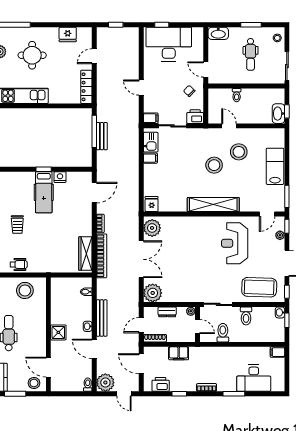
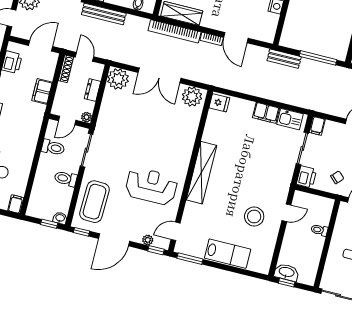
bench: (102, 136) -> (284, 59), moved
filing cabinet: (150, 158) -> (266, 113), width x2.00
stool: (214, 165) -> (246, 185), removed
door: (94, 193) -> (236, 38), moved
door: (267, 214) -> (176, 231), hinge flipped

